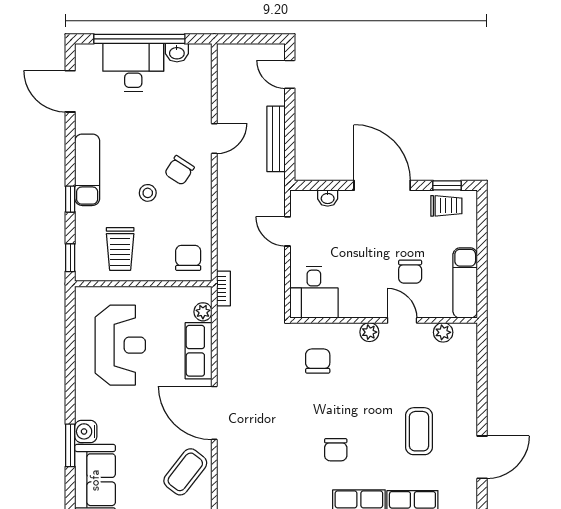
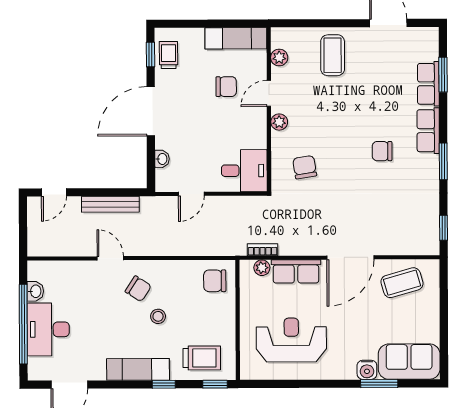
trolley: (120, 249) -> (202, 358), moved
bookcase: (223, 288) -> (263, 250), moved
chair: (318, 361) -> (305, 167), turned 81
coffee table: (419, 431) -> (333, 55), moved, turned 90
chair: (336, 450) -> (382, 151), turned 180
coffee table: (185, 472) -> (402, 283), turned -54

